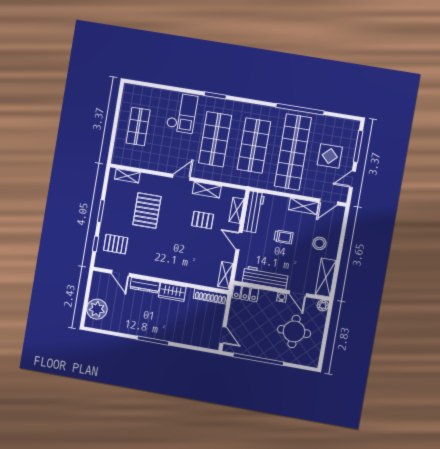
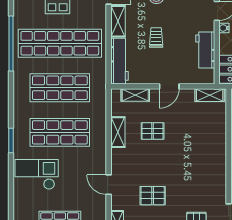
door: (181, 177) -> (109, 185), moved
pallet: (147, 211) -> (153, 196), width x0.67, depth x0.71
workbench: (254, 212) -> (120, 61), moved, turned 90
pallet: (203, 220) -> (153, 131), turned 90
workbench: (265, 278) -> (205, 50), width x0.73

